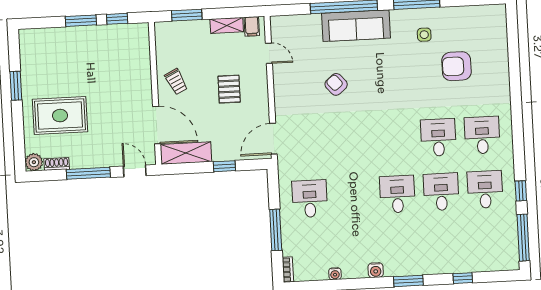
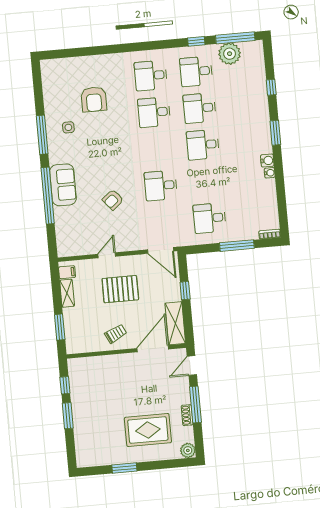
sofa: (356, 26) -> (63, 185), width x0.73
door: (269, 53) -> (107, 255), moved
pallet: (229, 89) -> (120, 289), width x1.50, depth x1.42
rug: (60, 116) -> (148, 430), turned 90
desk: (351, 142) -> (161, 186), added
shoe rack: (57, 164) -> (187, 415), moved
plant: (505, 230) -> (230, 54), added
water cooler: (335, 274) -> (270, 173), moved

